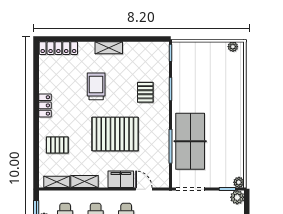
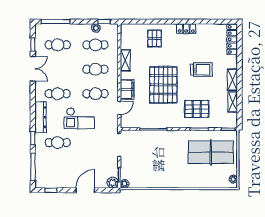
pallet: (145, 92) -> (197, 109), width x1.50, depth x1.42
table tennis table: (190, 141) -> (211, 152), moved
shelving: (57, 182) -> (233, 102), moved

